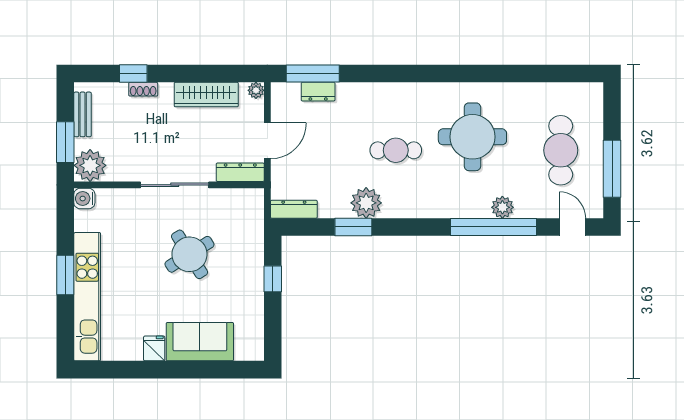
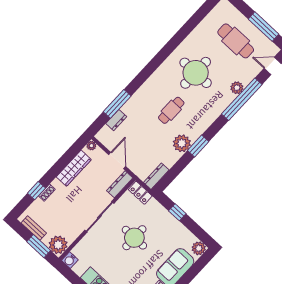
window: (313, 74) -> (117, 104), moved
locker: (254, 209) -> (140, 193), added
window: (353, 227) -> (198, 146), moved
round table: (189, 254) -> (134, 238), turned 32
plant: (252, 349) -> (199, 248), added

